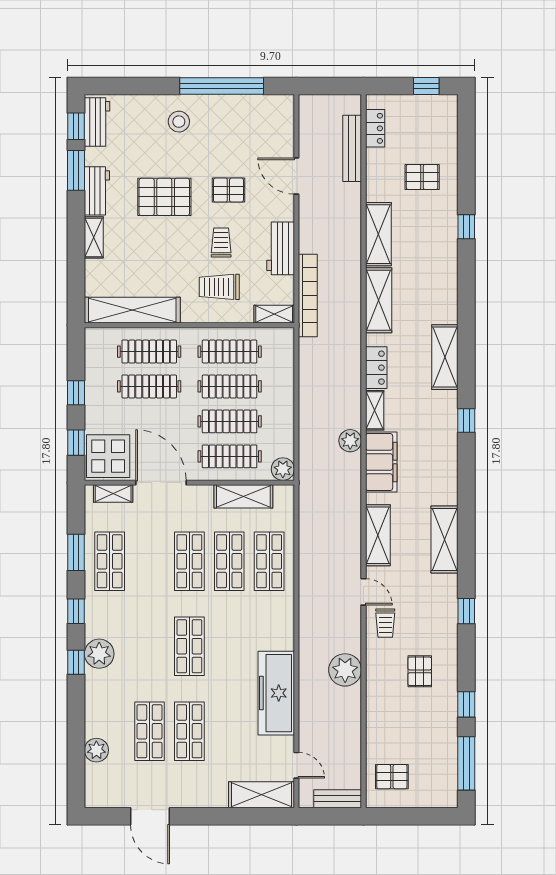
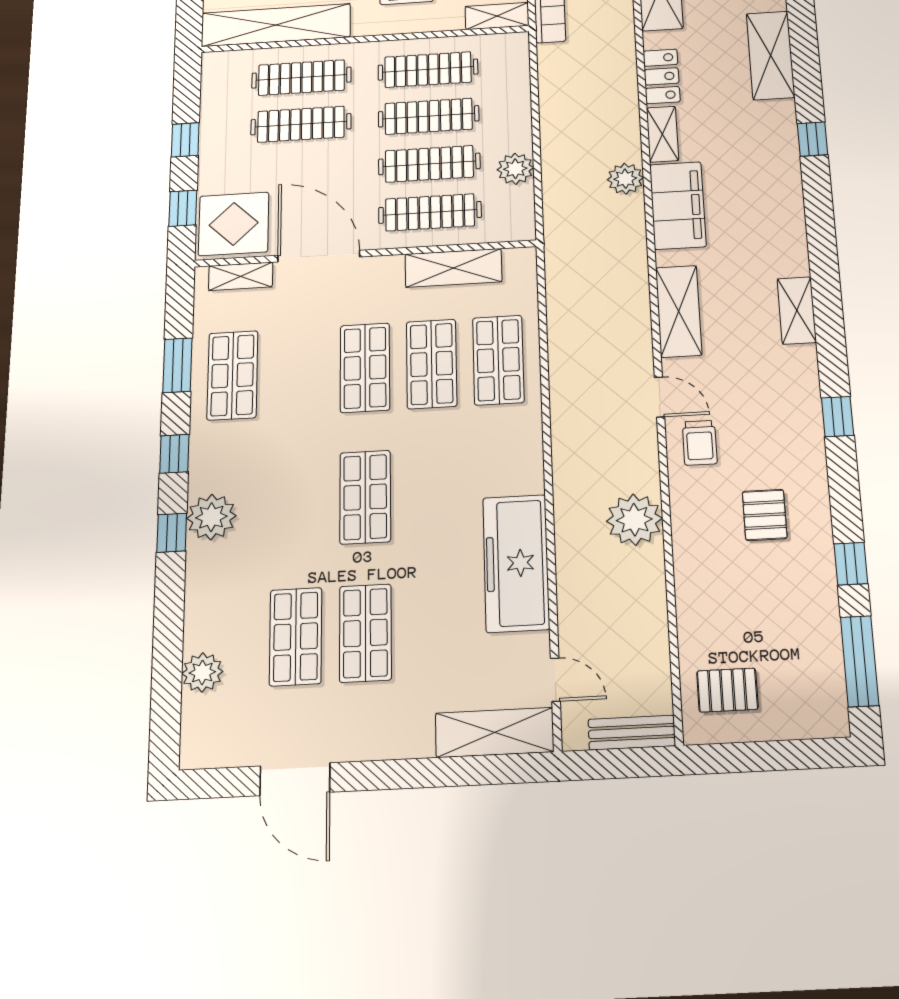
plant: (283, 469) -> (515, 169), moved
shelving: (444, 539) -> (797, 310), width x0.67, depth x0.75

